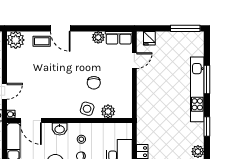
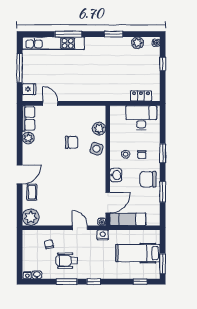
window: (185, 28) -> (20, 68), moved
kitchen unit: (197, 89) -> (53, 43), moved

